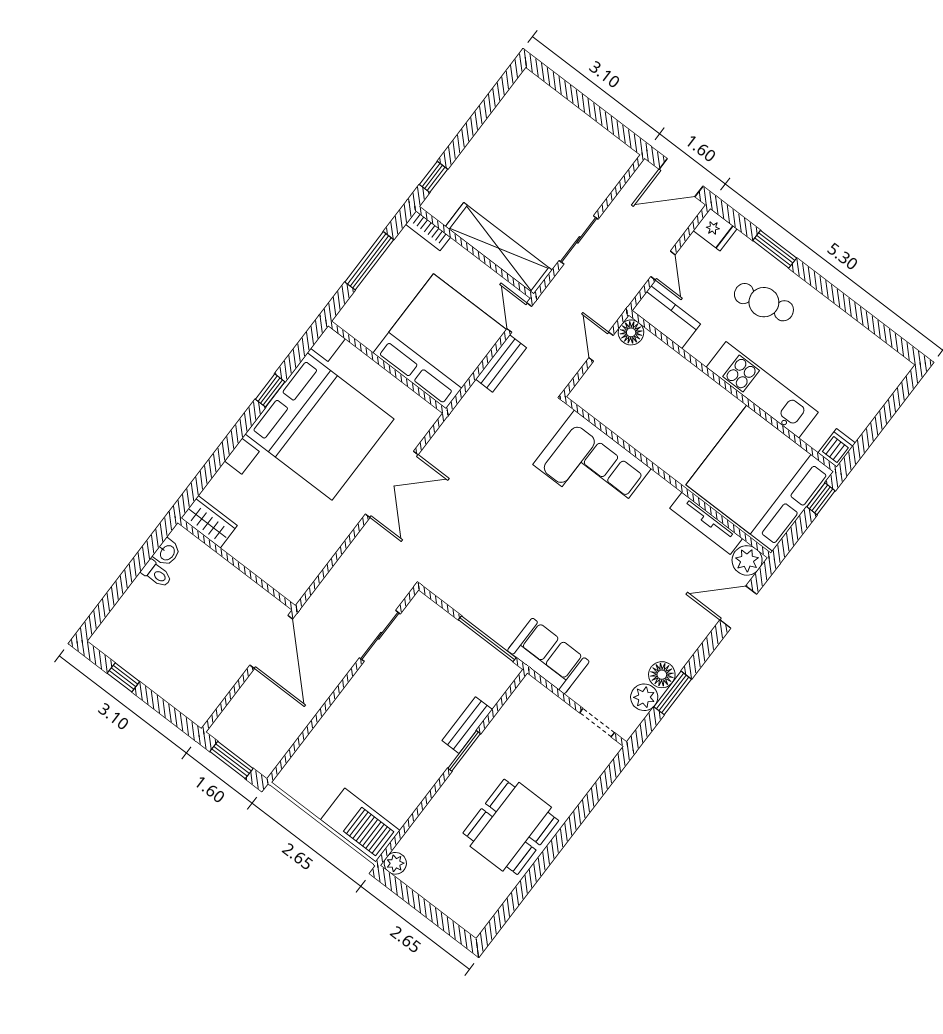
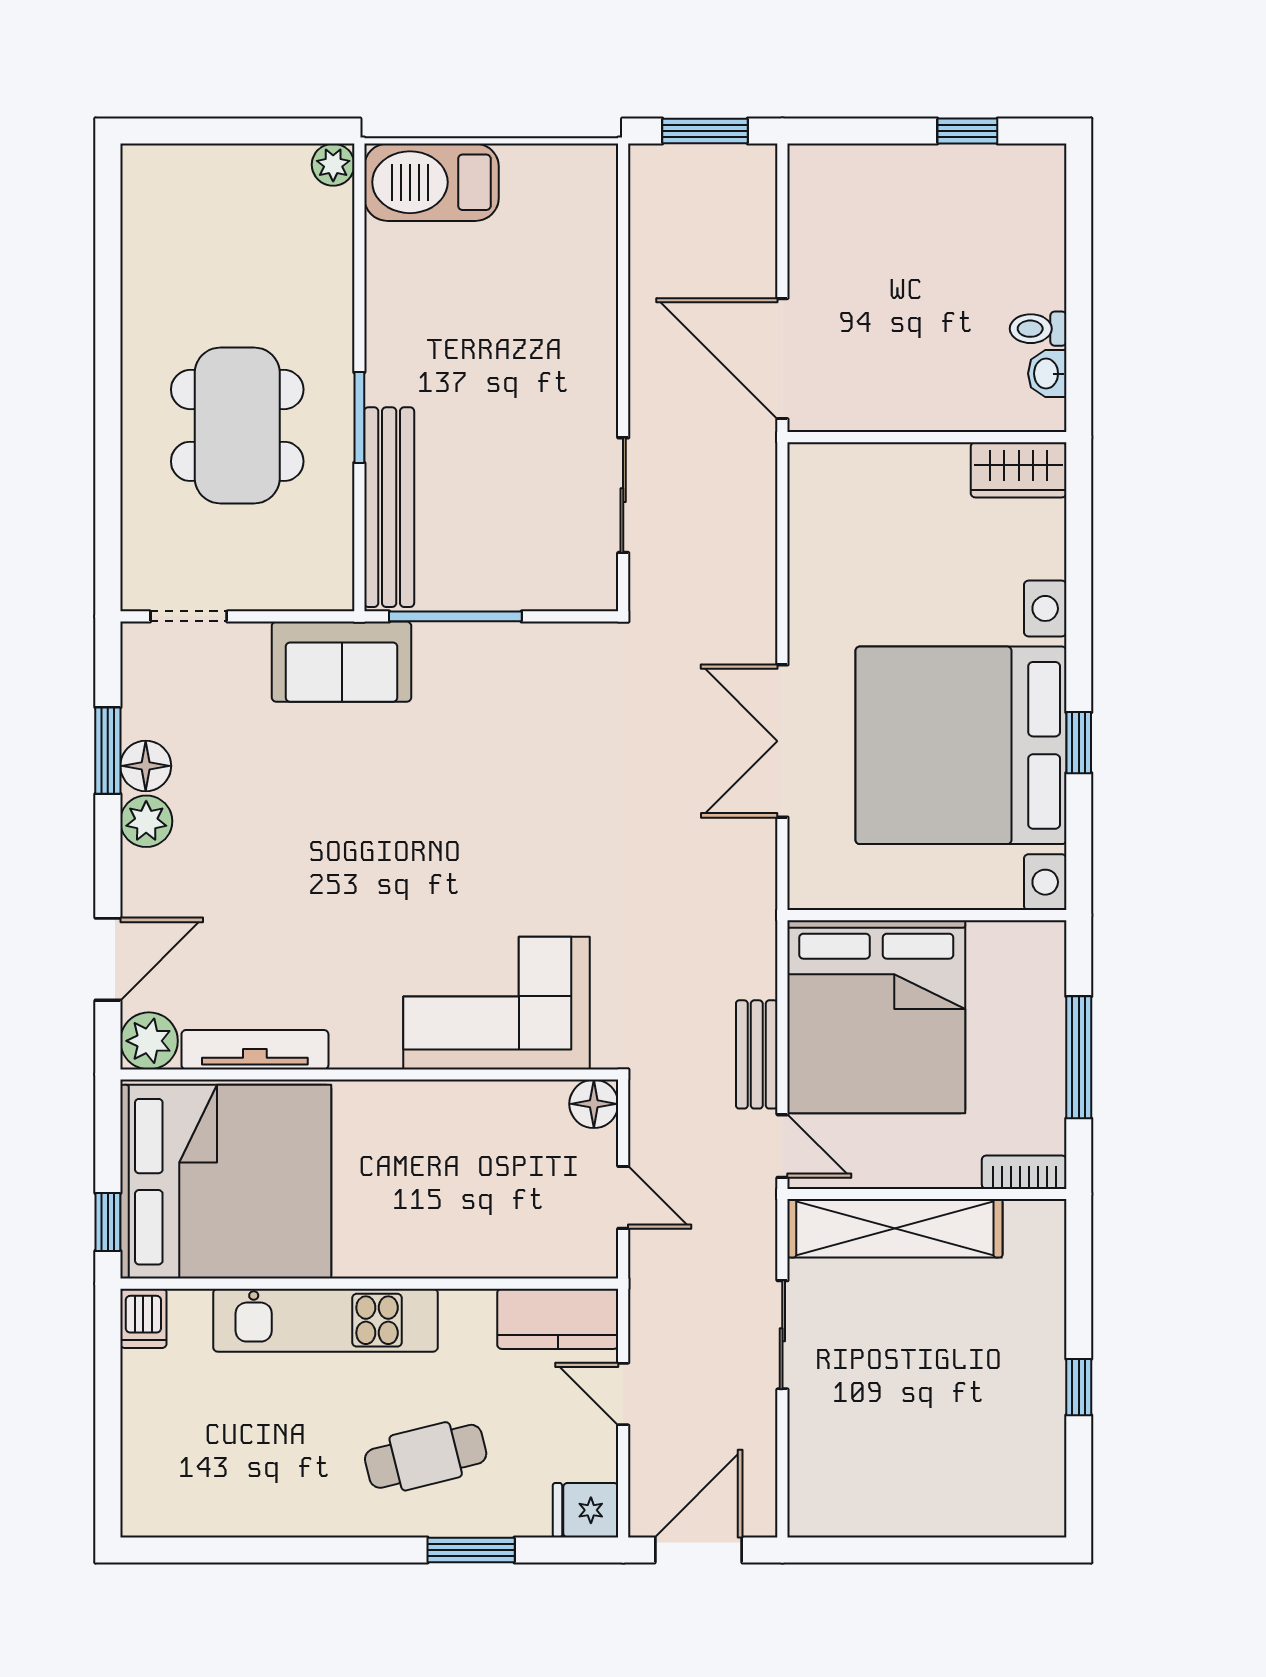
window: (433, 177) -> (1079, 1387), moved
floor lamp: (631, 332) -> (594, 1104), moved
plant: (644, 697) -> (146, 821), moved
bench: (467, 725) -> (389, 507), width x1.86, depth x1.21
dining table: (511, 827) -> (237, 425), moved

